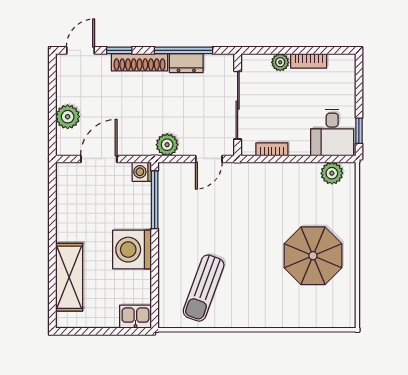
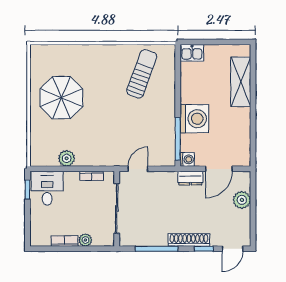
dresser: (186, 63) -> (190, 178), moved, turned 180
plant: (167, 145) -> (169, 179), removed
plant: (332, 173) -> (67, 158), moved
washing machine: (132, 250) -> (194, 119), moved

